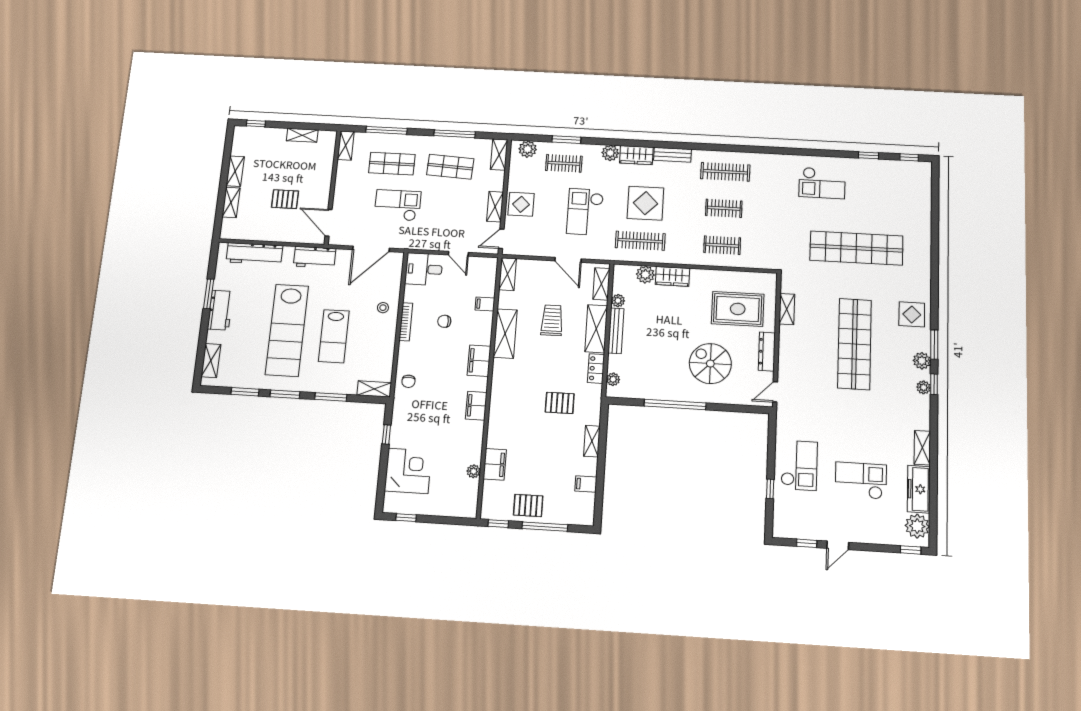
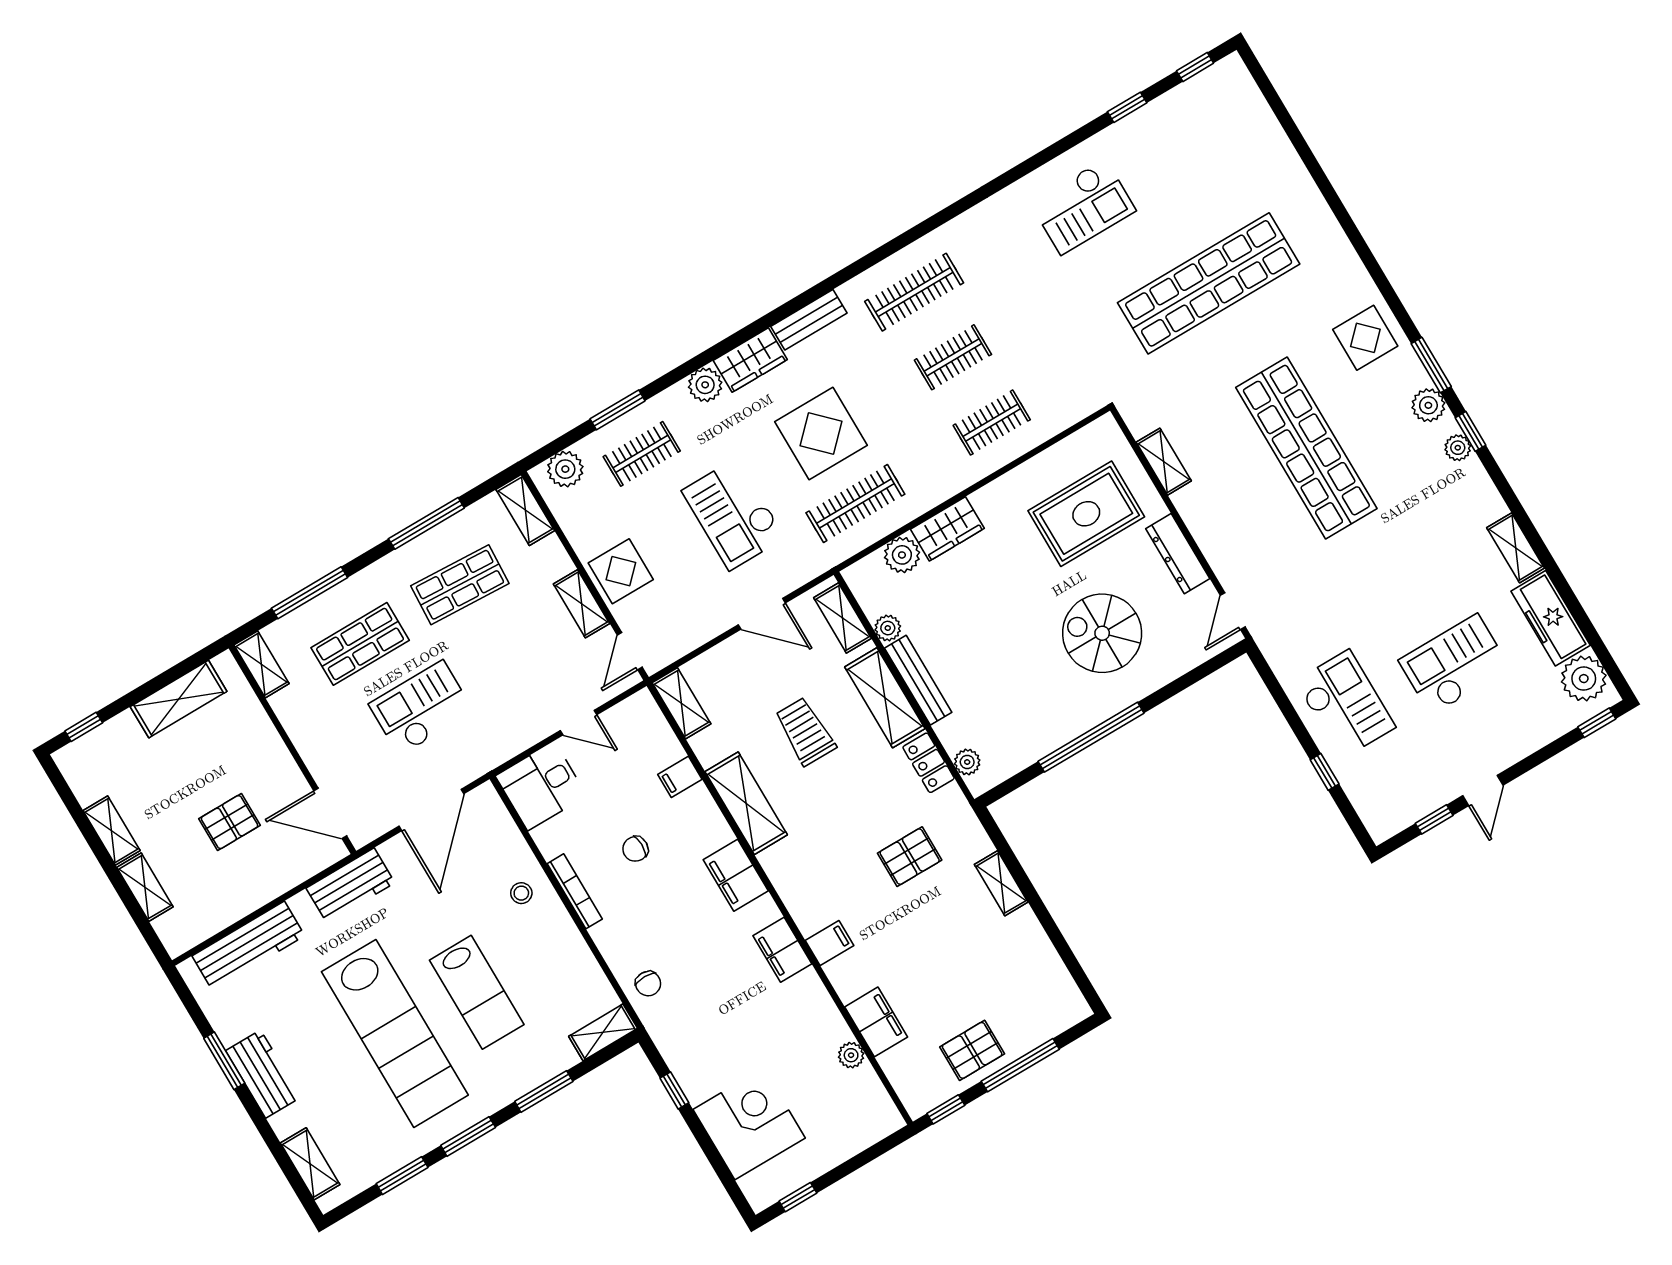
shelving: (302, 135) -> (179, 699), width x1.50, depth x1.33
filing cabinet: (586, 484) -> (829, 943), moved, turned 180

